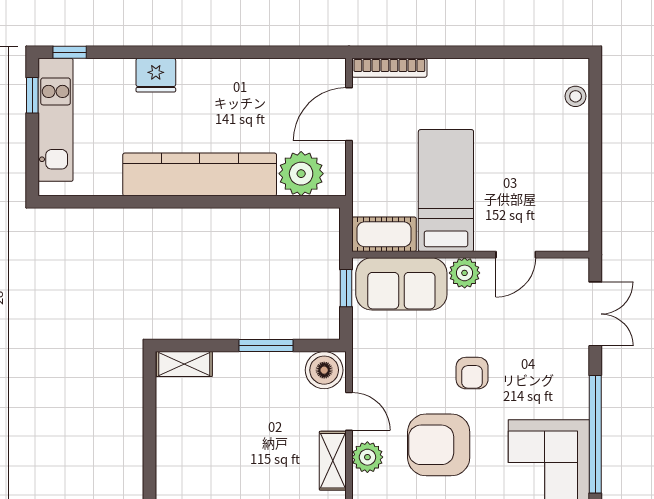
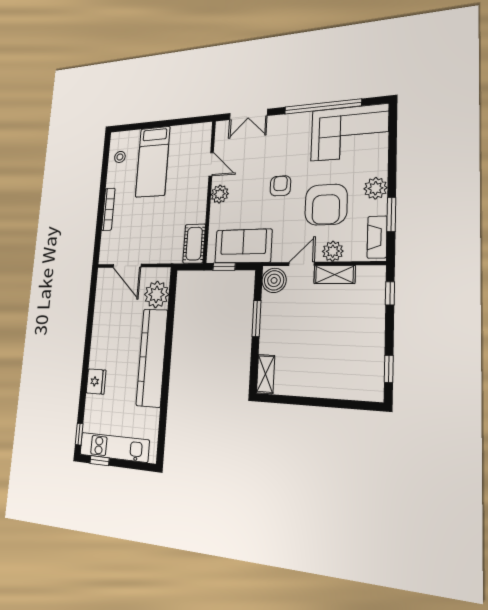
bookcase: (389, 68) -> (108, 209), moved
stool: (576, 96) -> (120, 157), moved
bed: (446, 191) -> (153, 162), moved, turned -90
sofa: (401, 284) -> (243, 246), moved, turned -90
double door: (595, 314) -> (248, 114), swing flipped
armchair: (472, 373) -> (280, 186), turned -90

